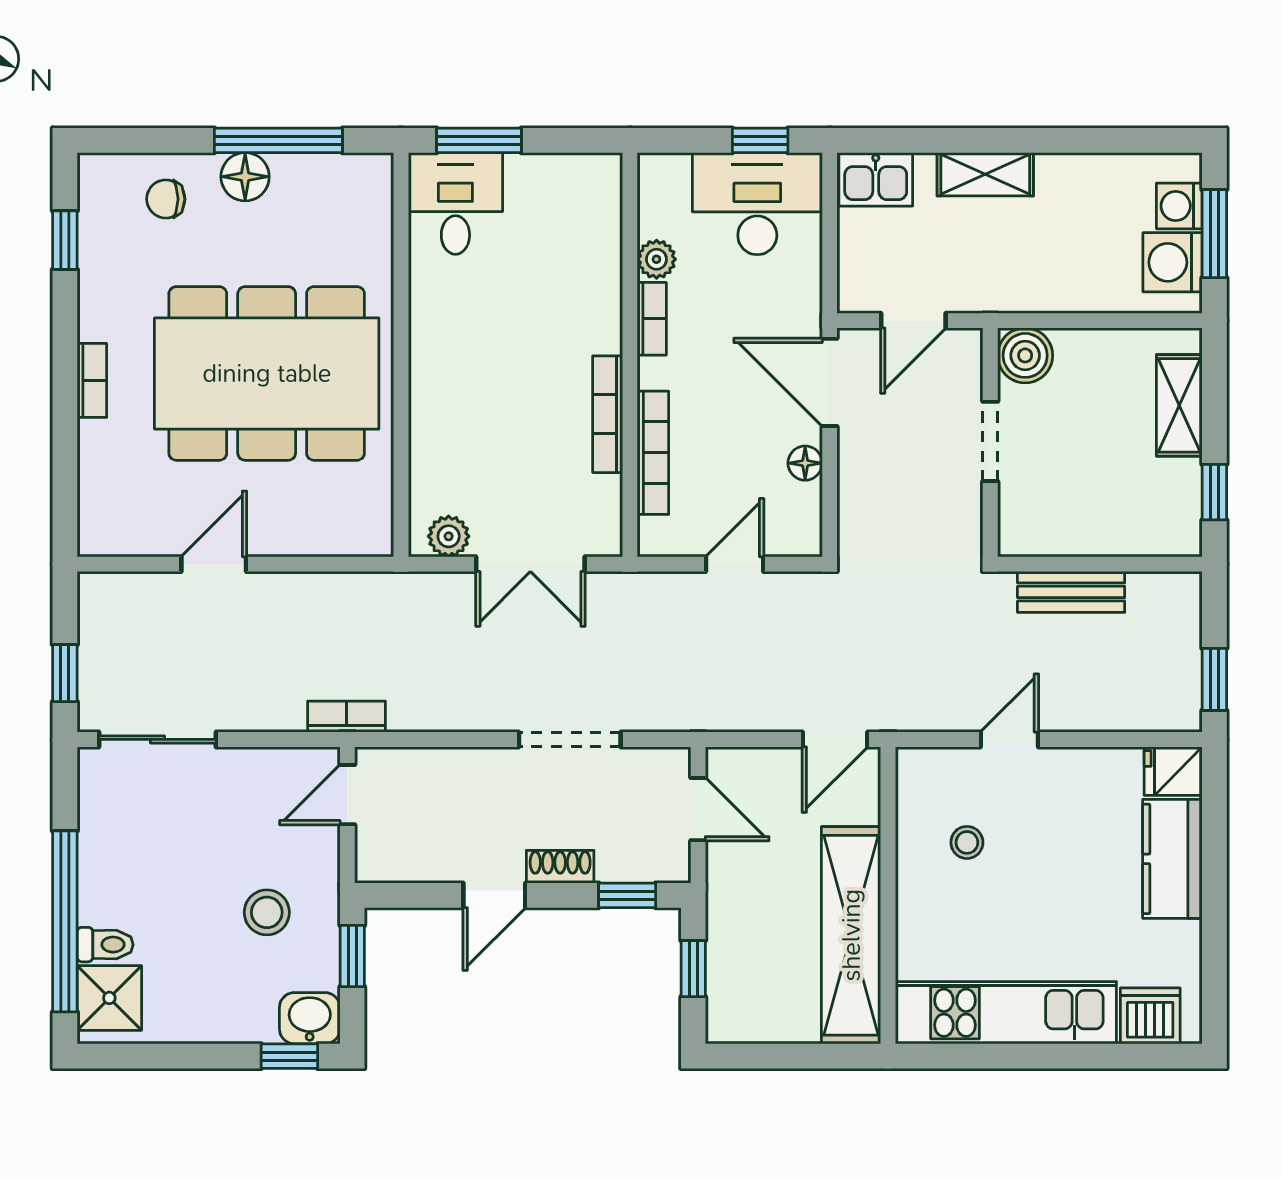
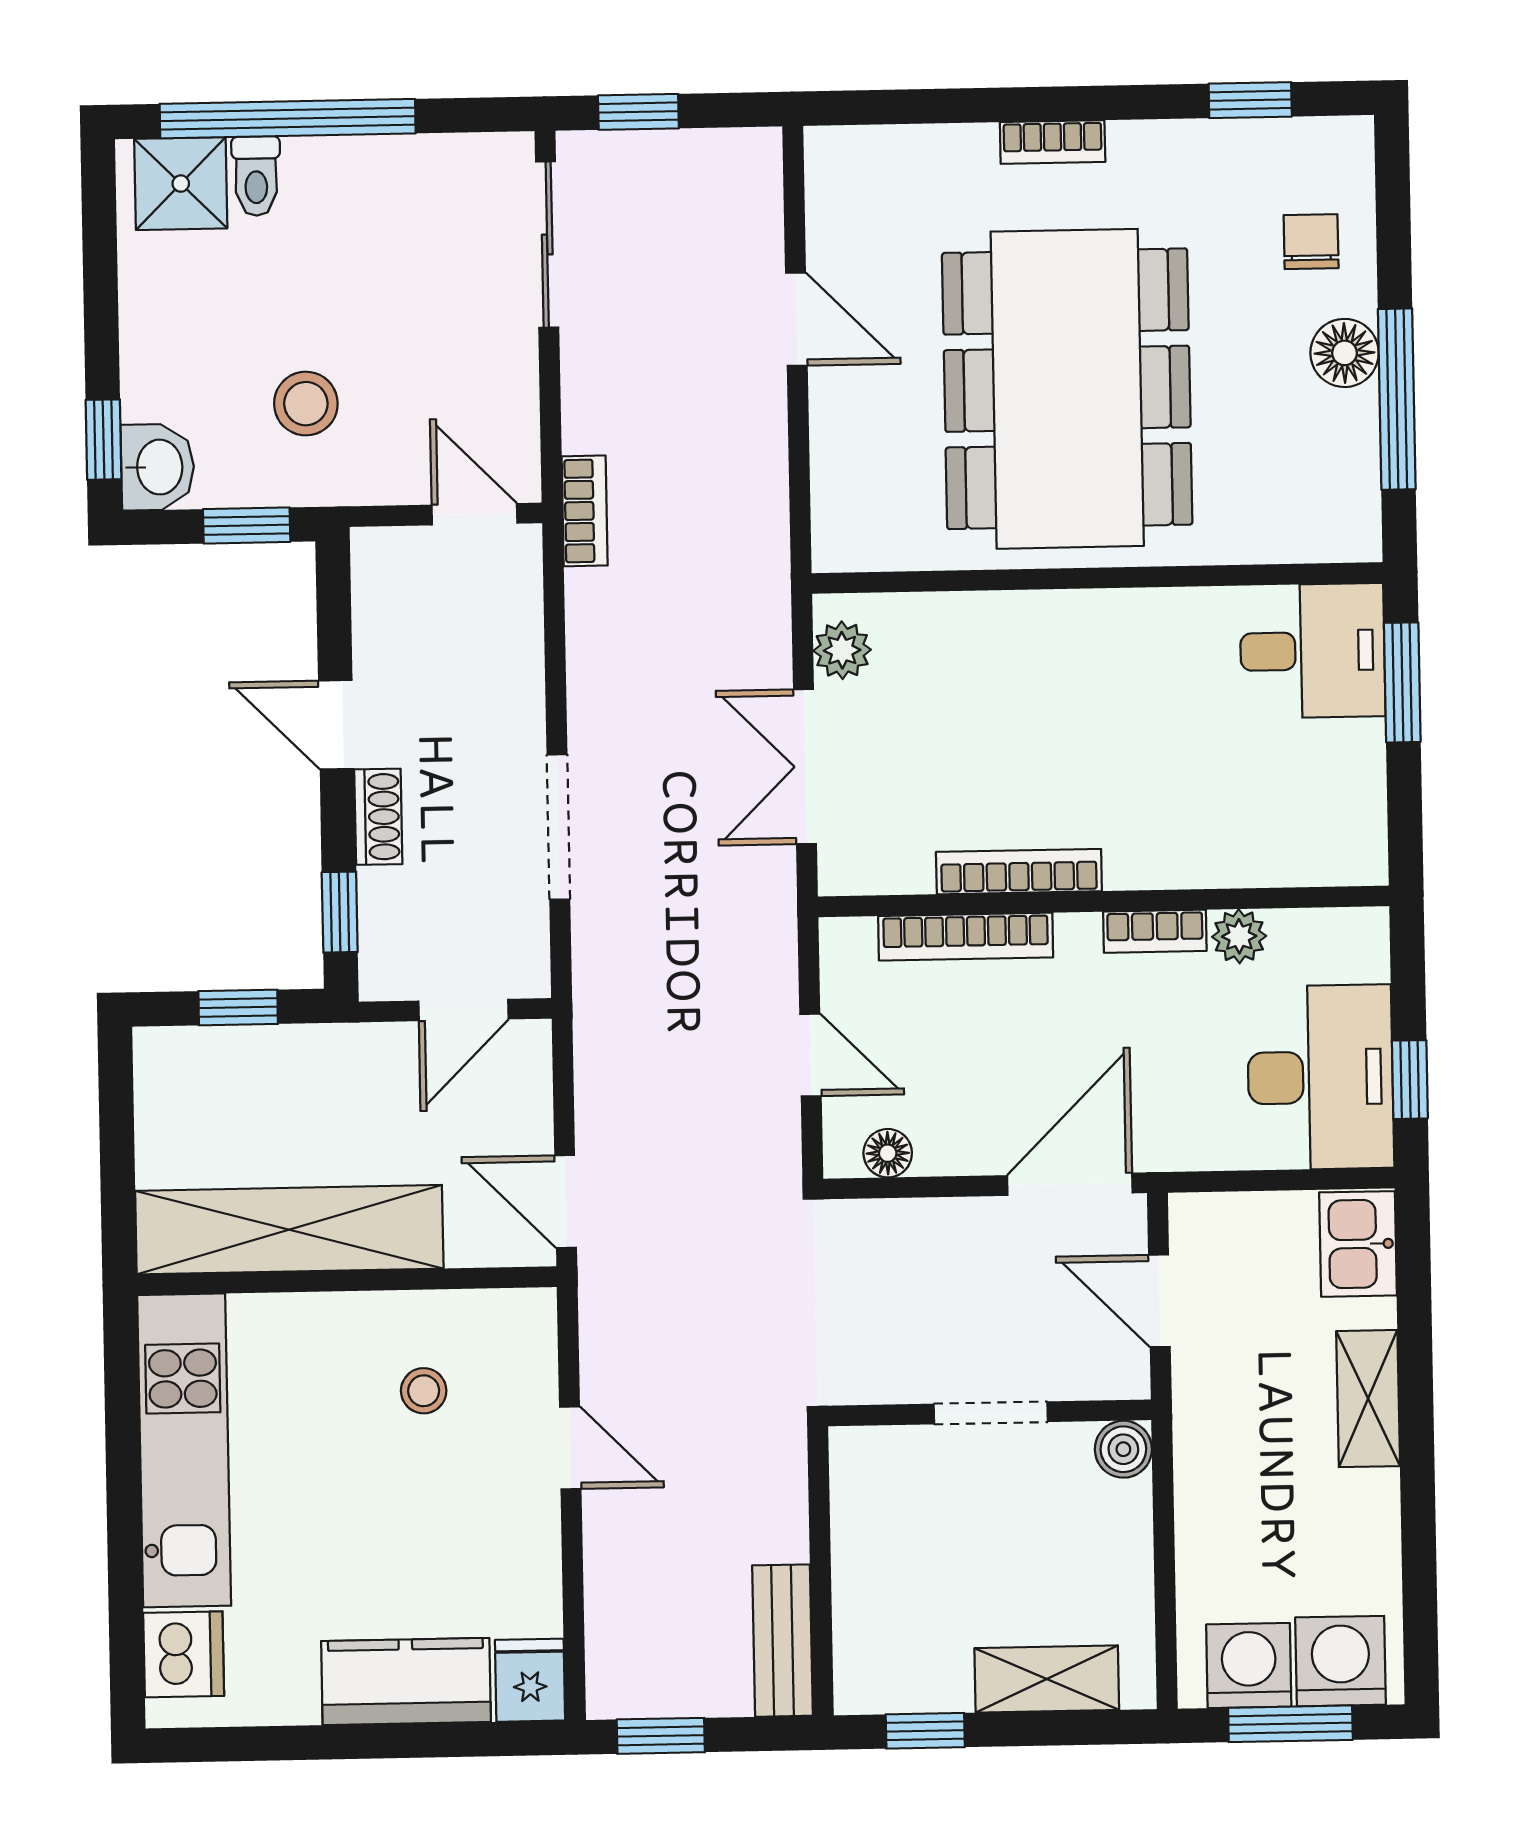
washing machine: (1179, 206) -> (1341, 1661), width x1.38, depth x1.38
boiler: (1025, 355) -> (1123, 1449), width x0.73, depth x0.73
floor lamp: (805, 463) -> (888, 1153), moved
bench: (1071, 592) -> (783, 1641), moved

